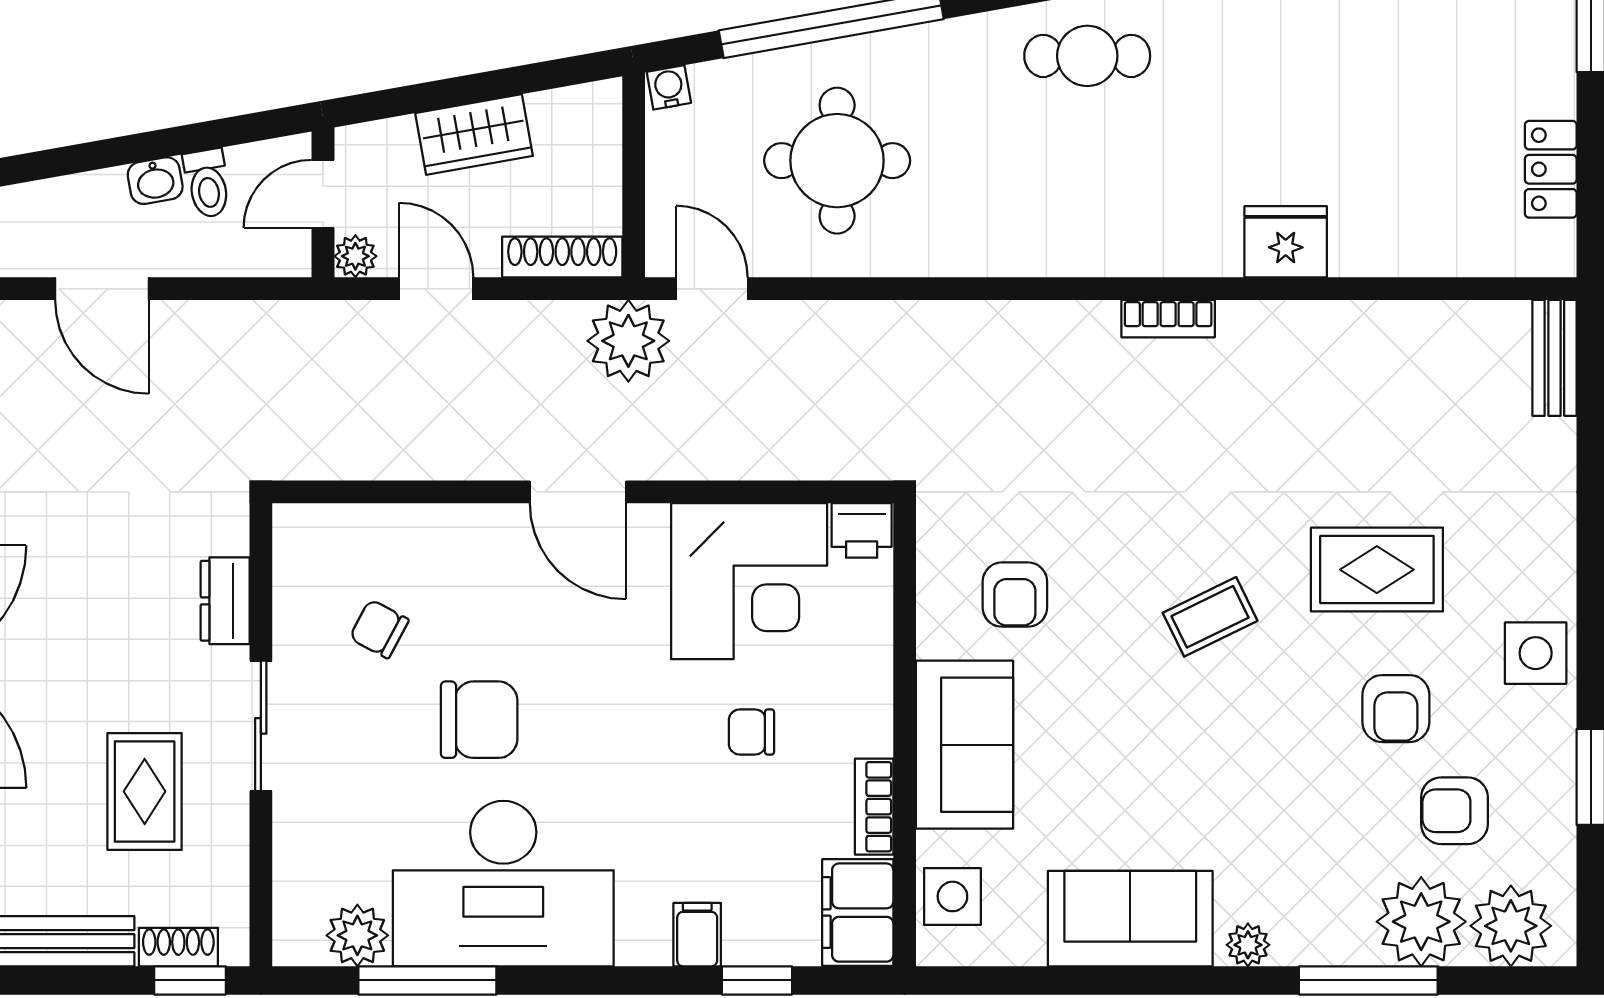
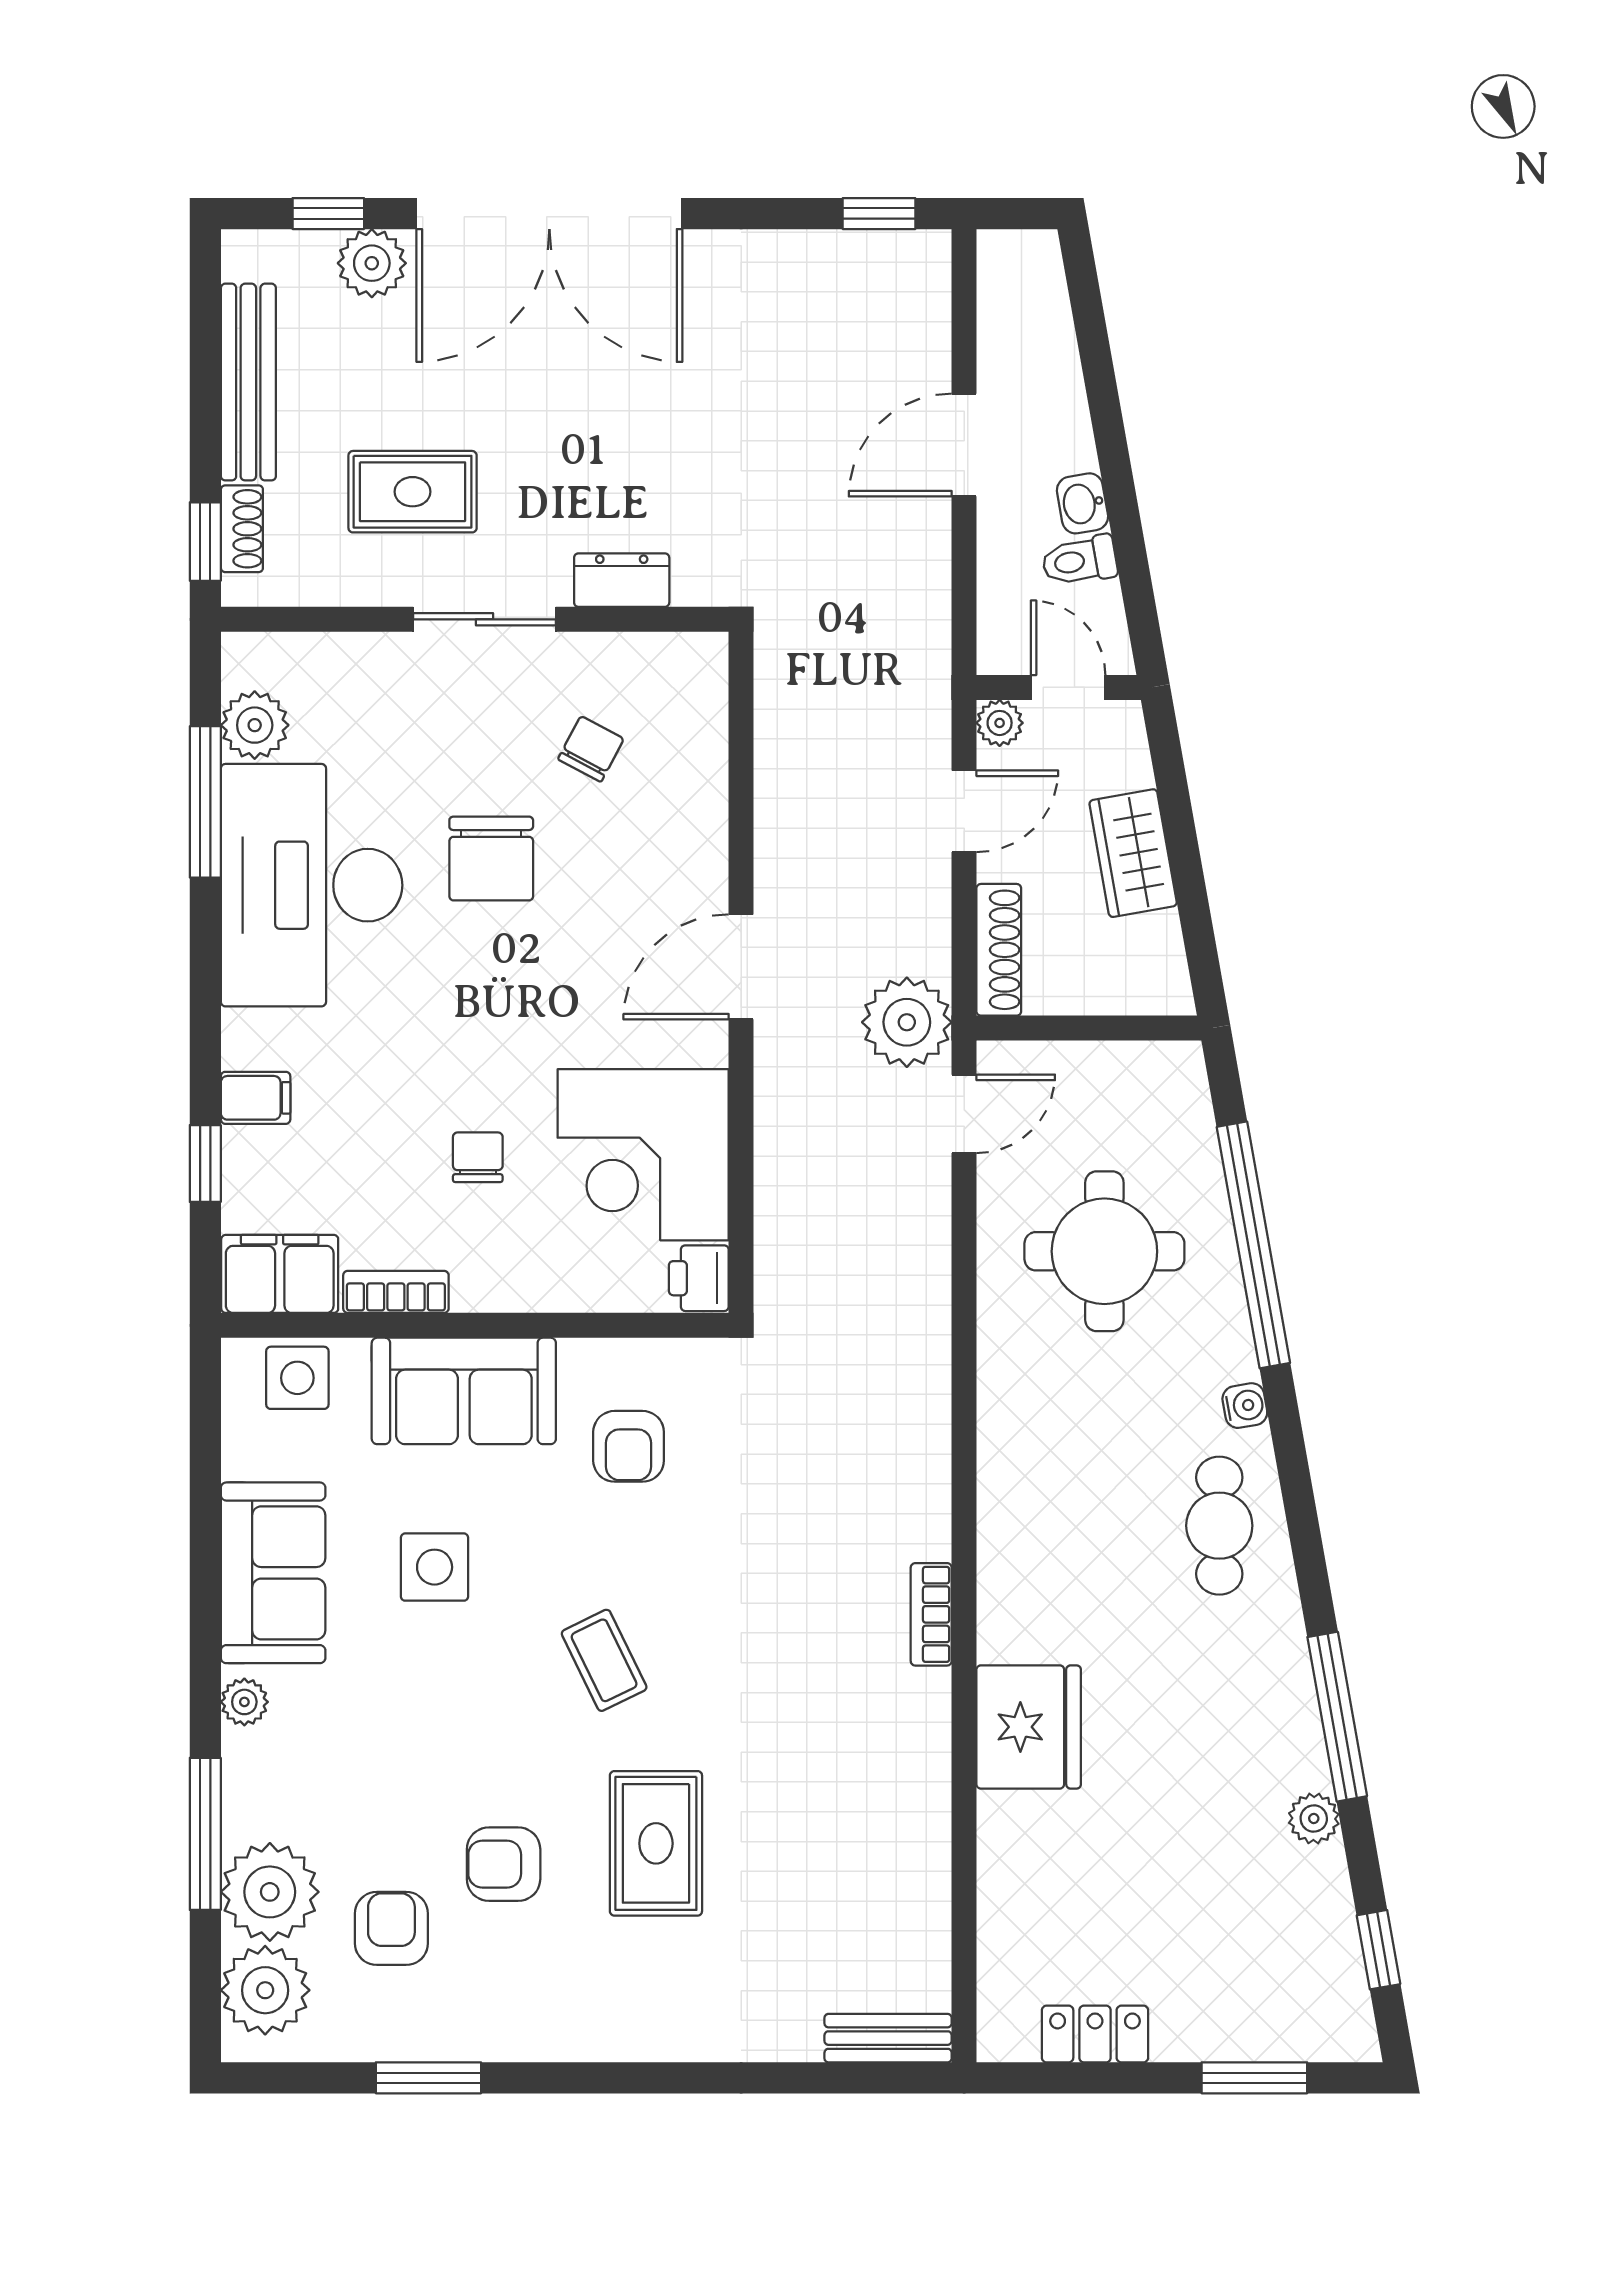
water cooler: (669, 87) -> (1245, 1406), moved
fridge: (1286, 242) -> (1029, 1727), width x1.36, depth x1.34
armchair: (1015, 595) -> (629, 1446), turned -90
side table: (1536, 653) -> (435, 1567), moved

